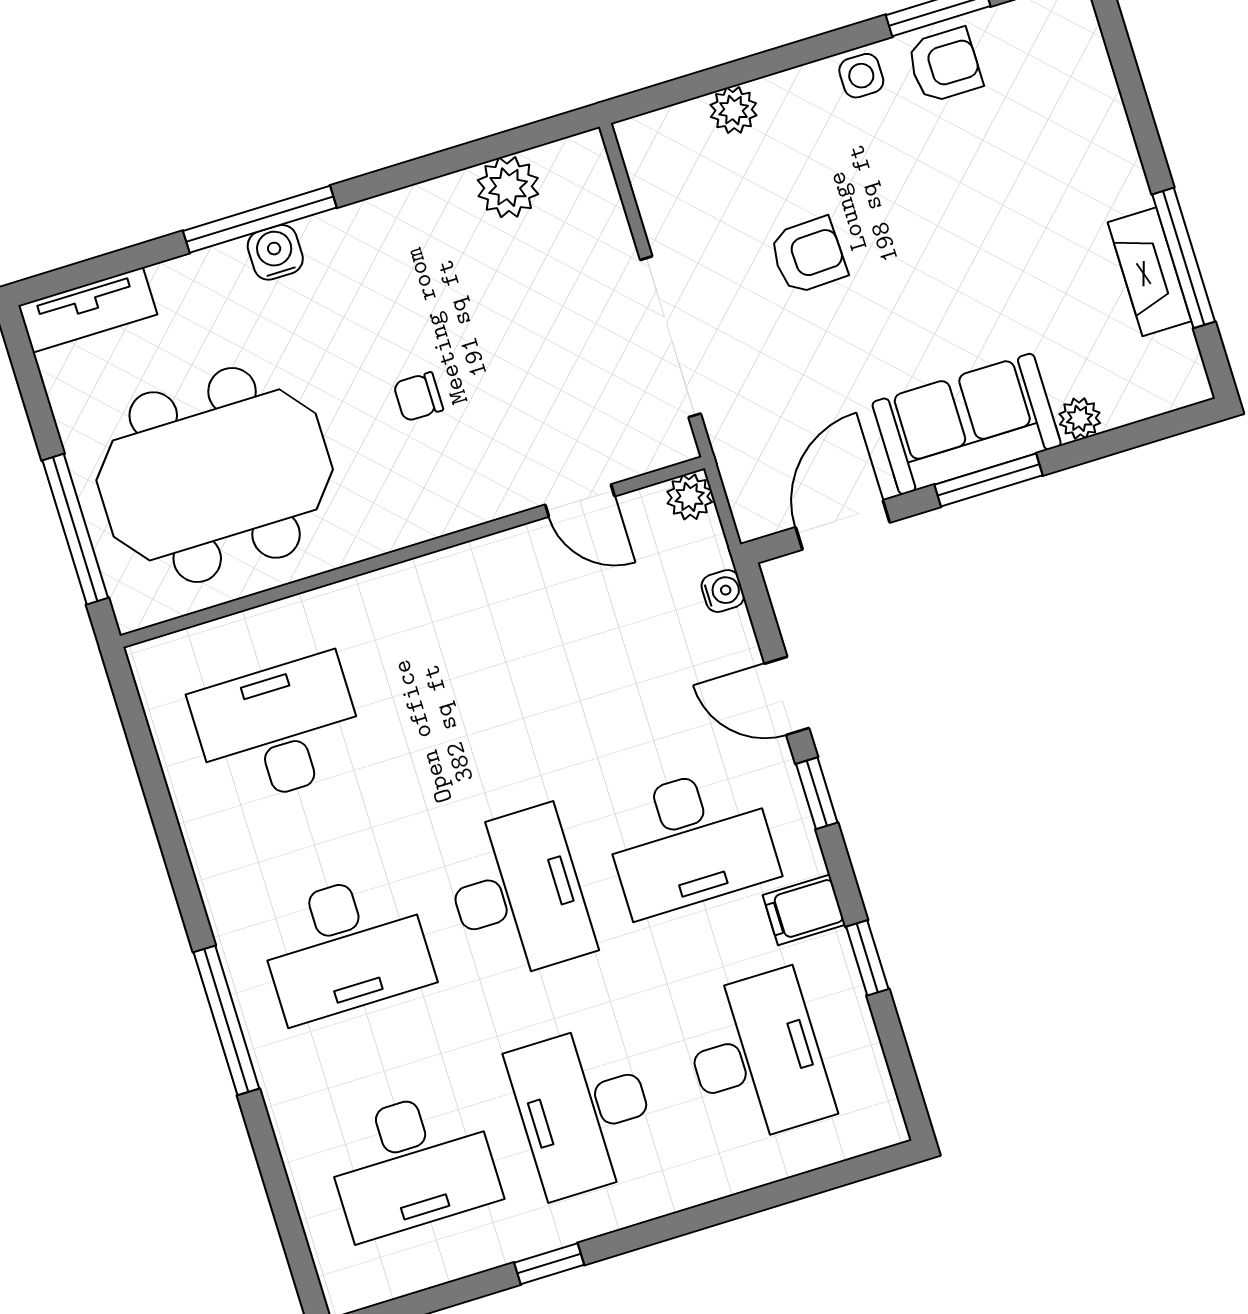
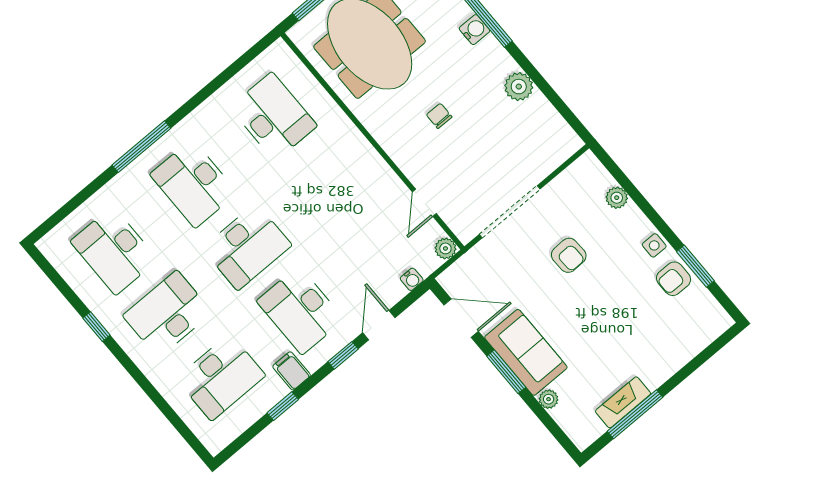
armchair: (945, 65) -> (674, 279), turned 90
plant: (508, 187) -> (519, 87), moved

